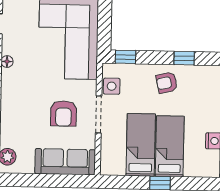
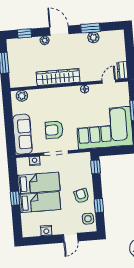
side table: (112, 86) -> (88, 219), moved
nightstand: (107, 148) -> (35, 161), added

